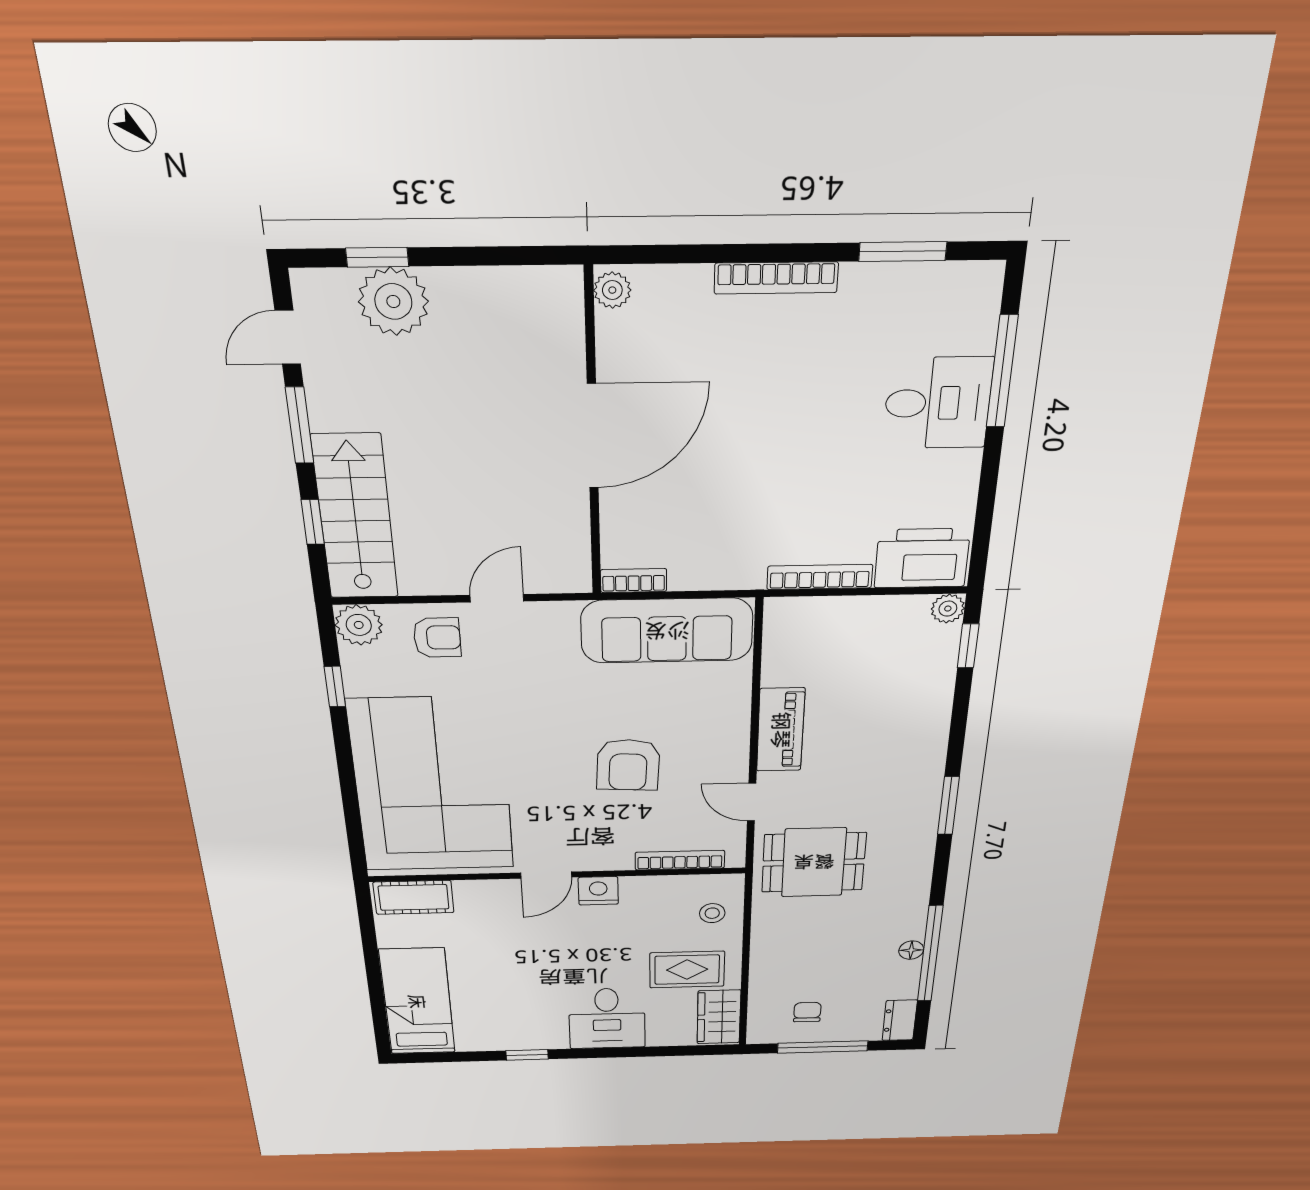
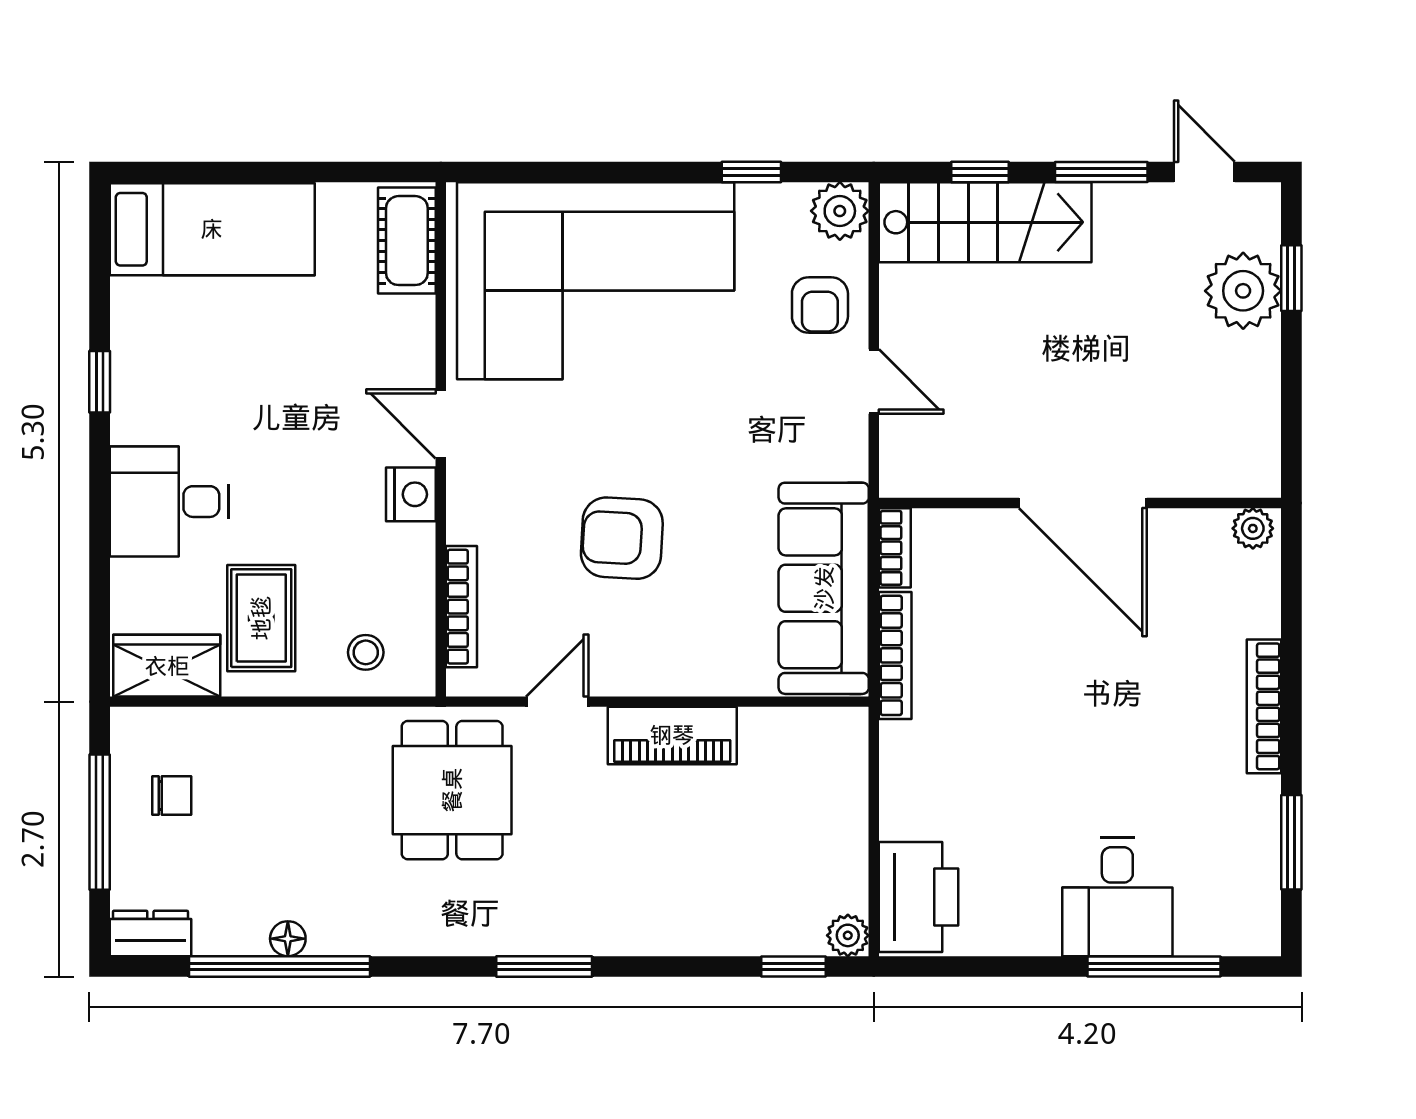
bookcase: (820, 577) -> (895, 655), moved

